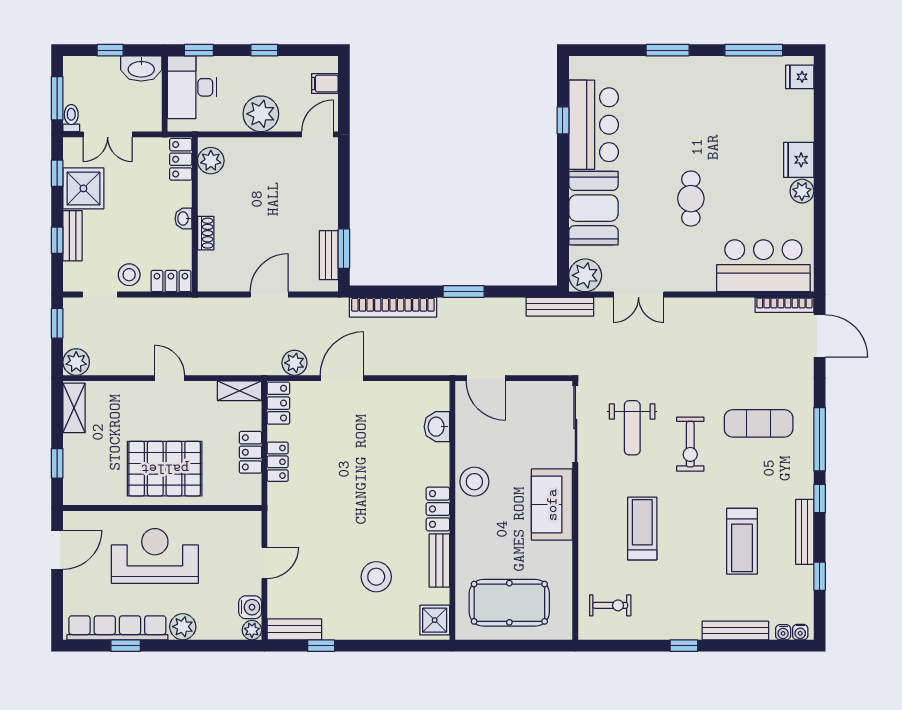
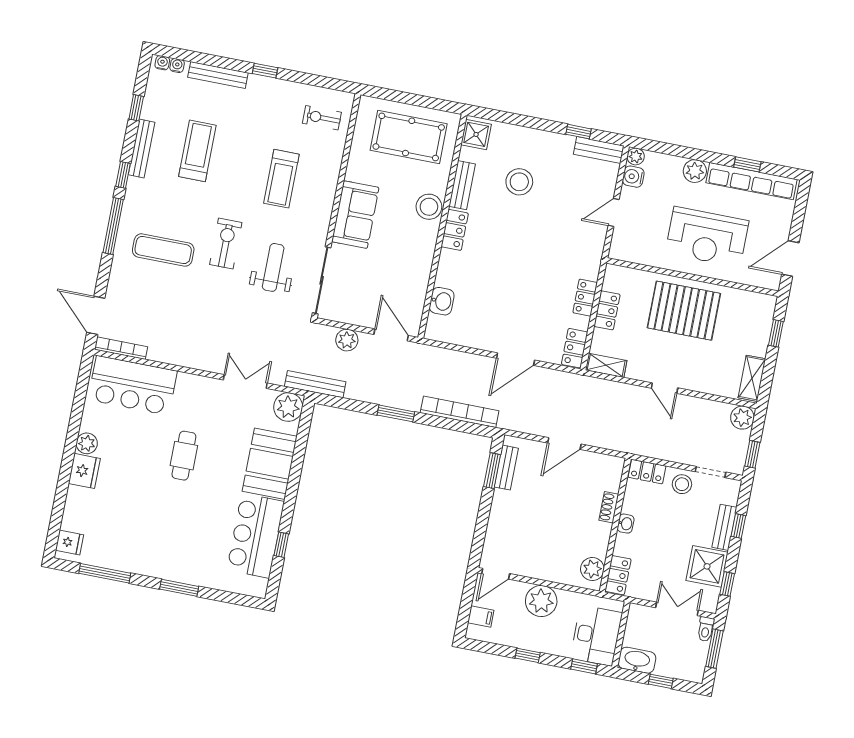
plant: (294, 363) -> (347, 340), moved
stool: (474, 482) -> (429, 207), moved

